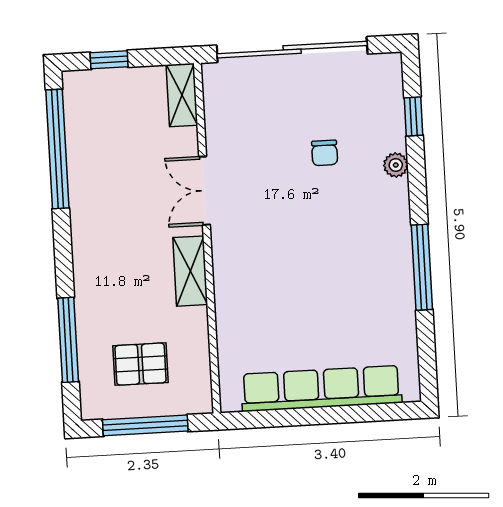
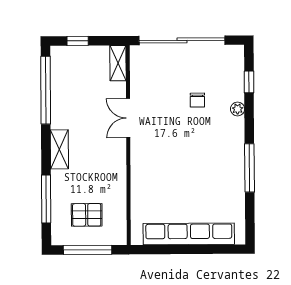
shelving: (190, 271) -> (59, 149), moved

